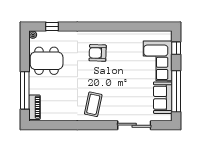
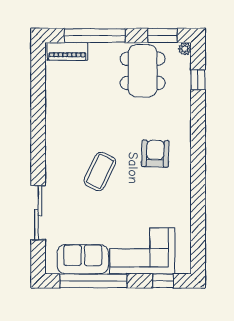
window: (25, 48) -> (163, 36), added
coffee table: (93, 104) -> (100, 171), moved, turned -76

